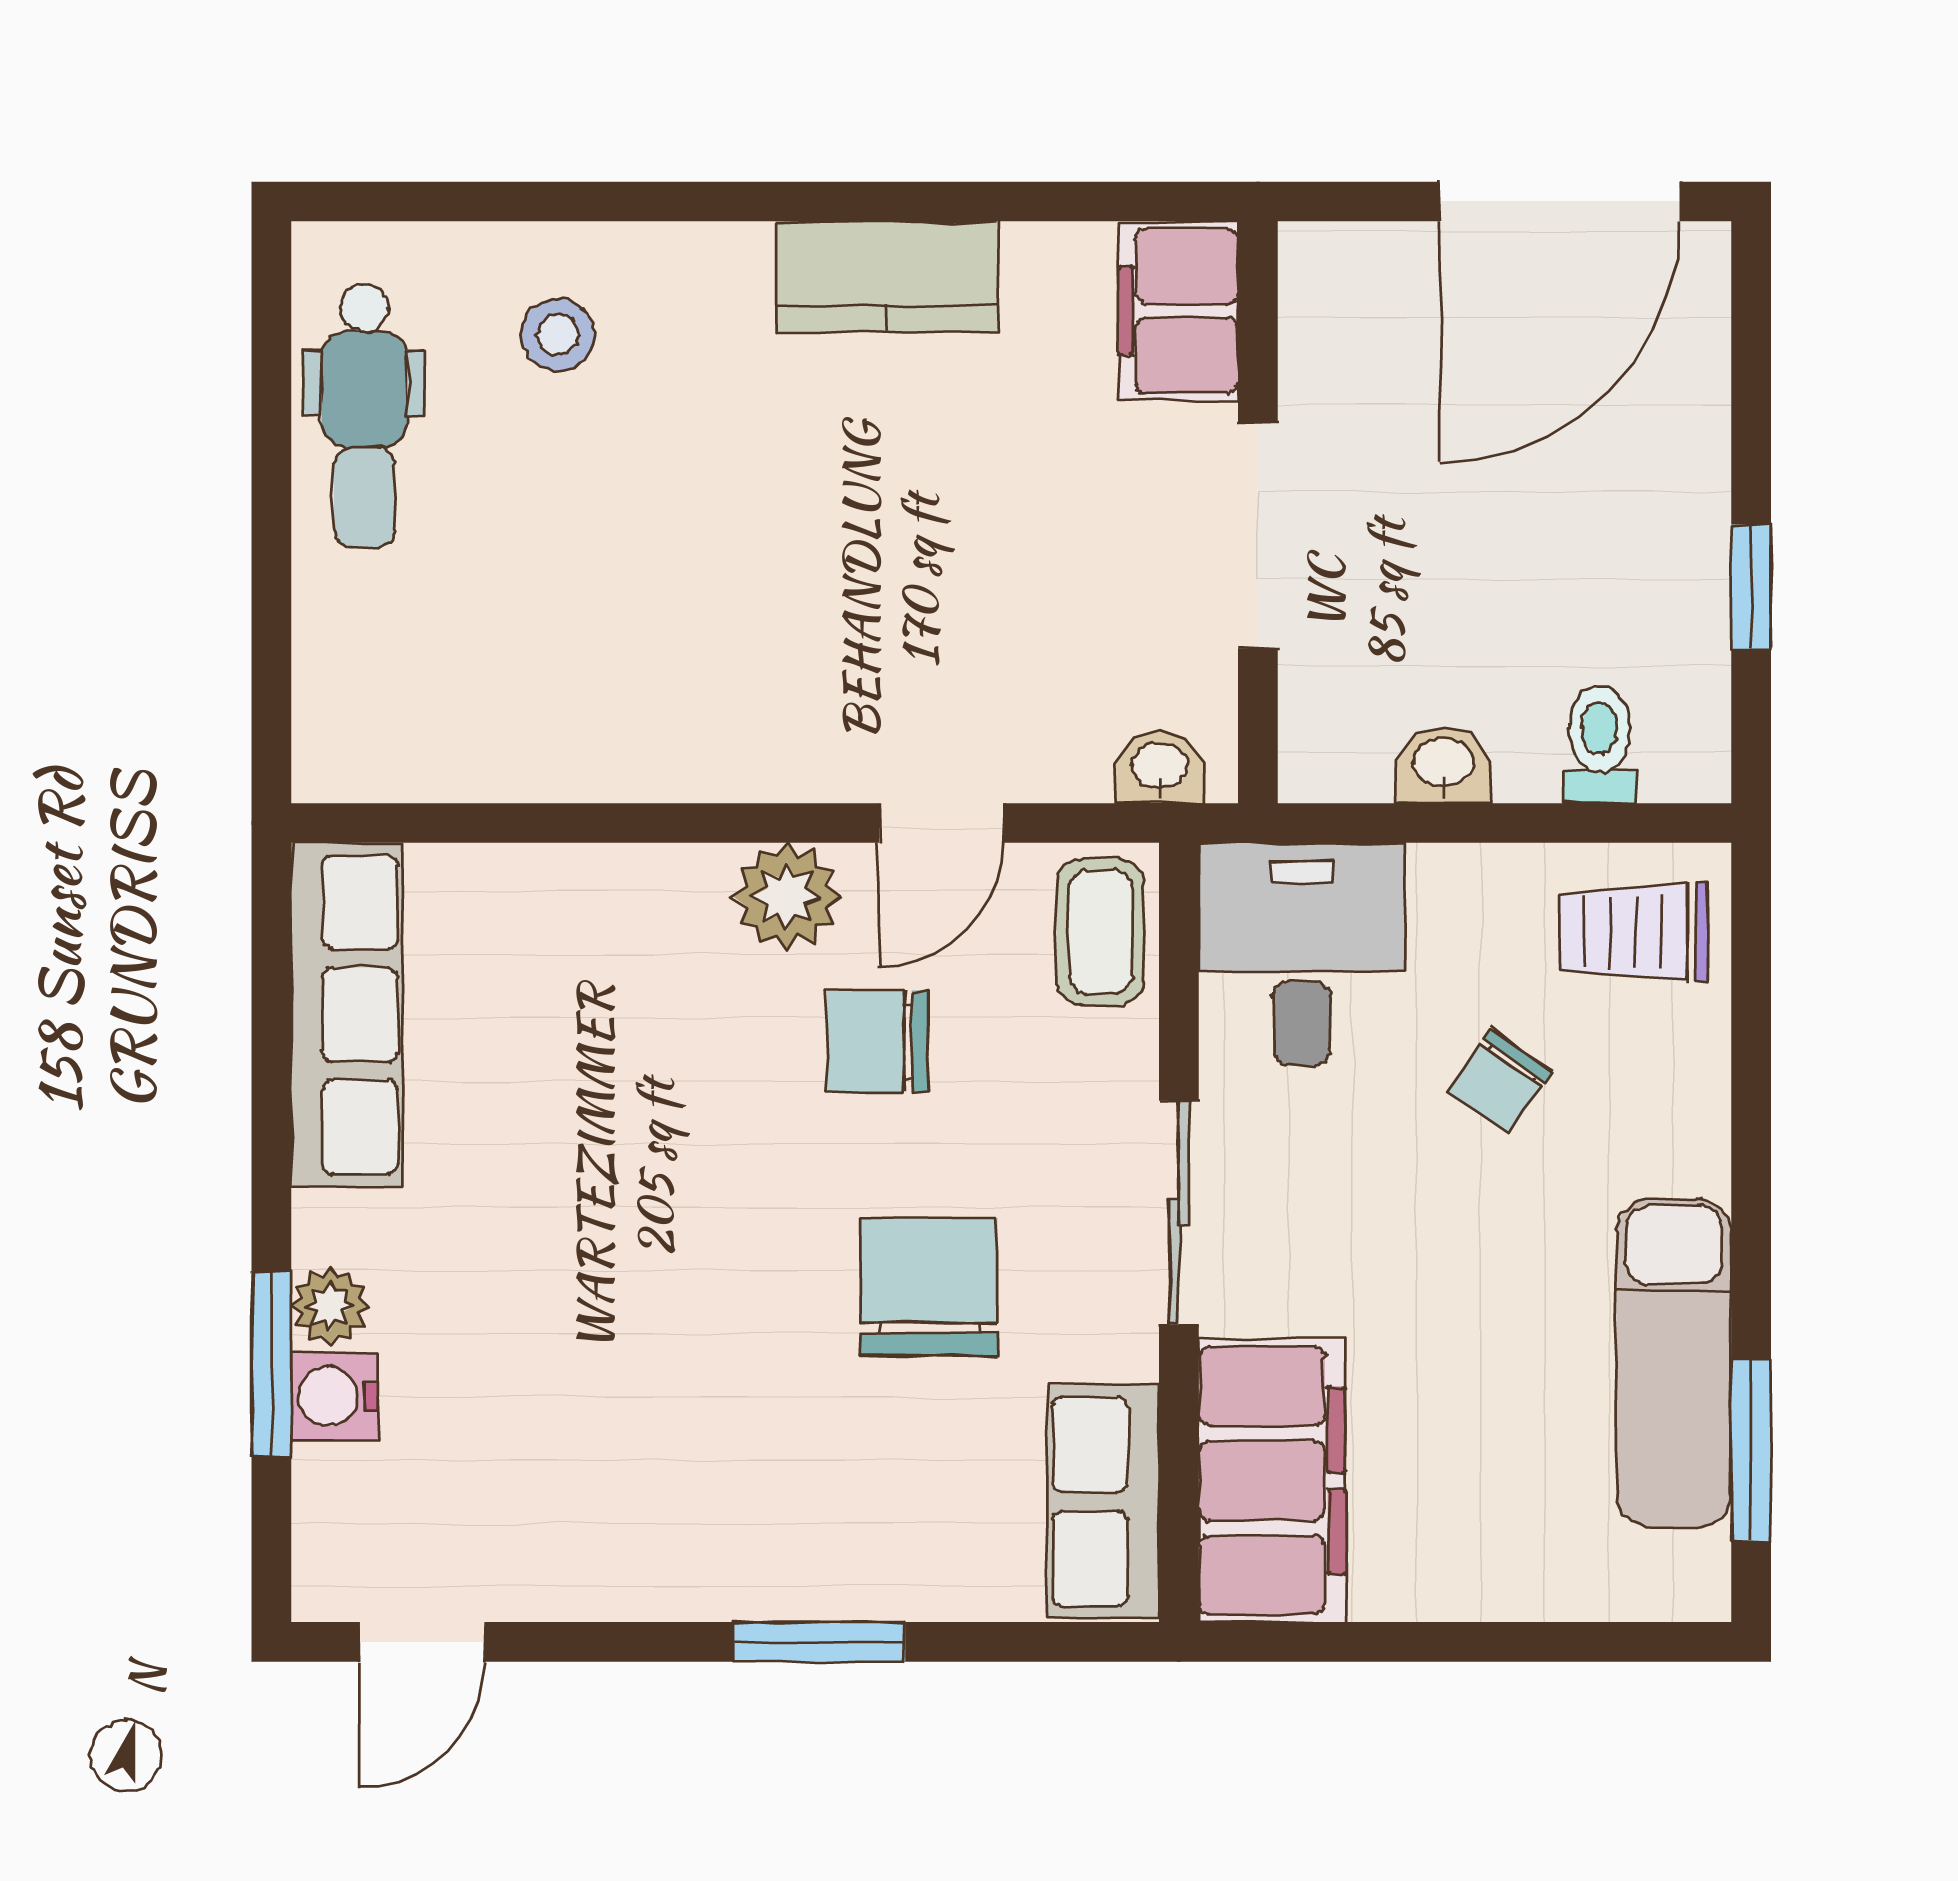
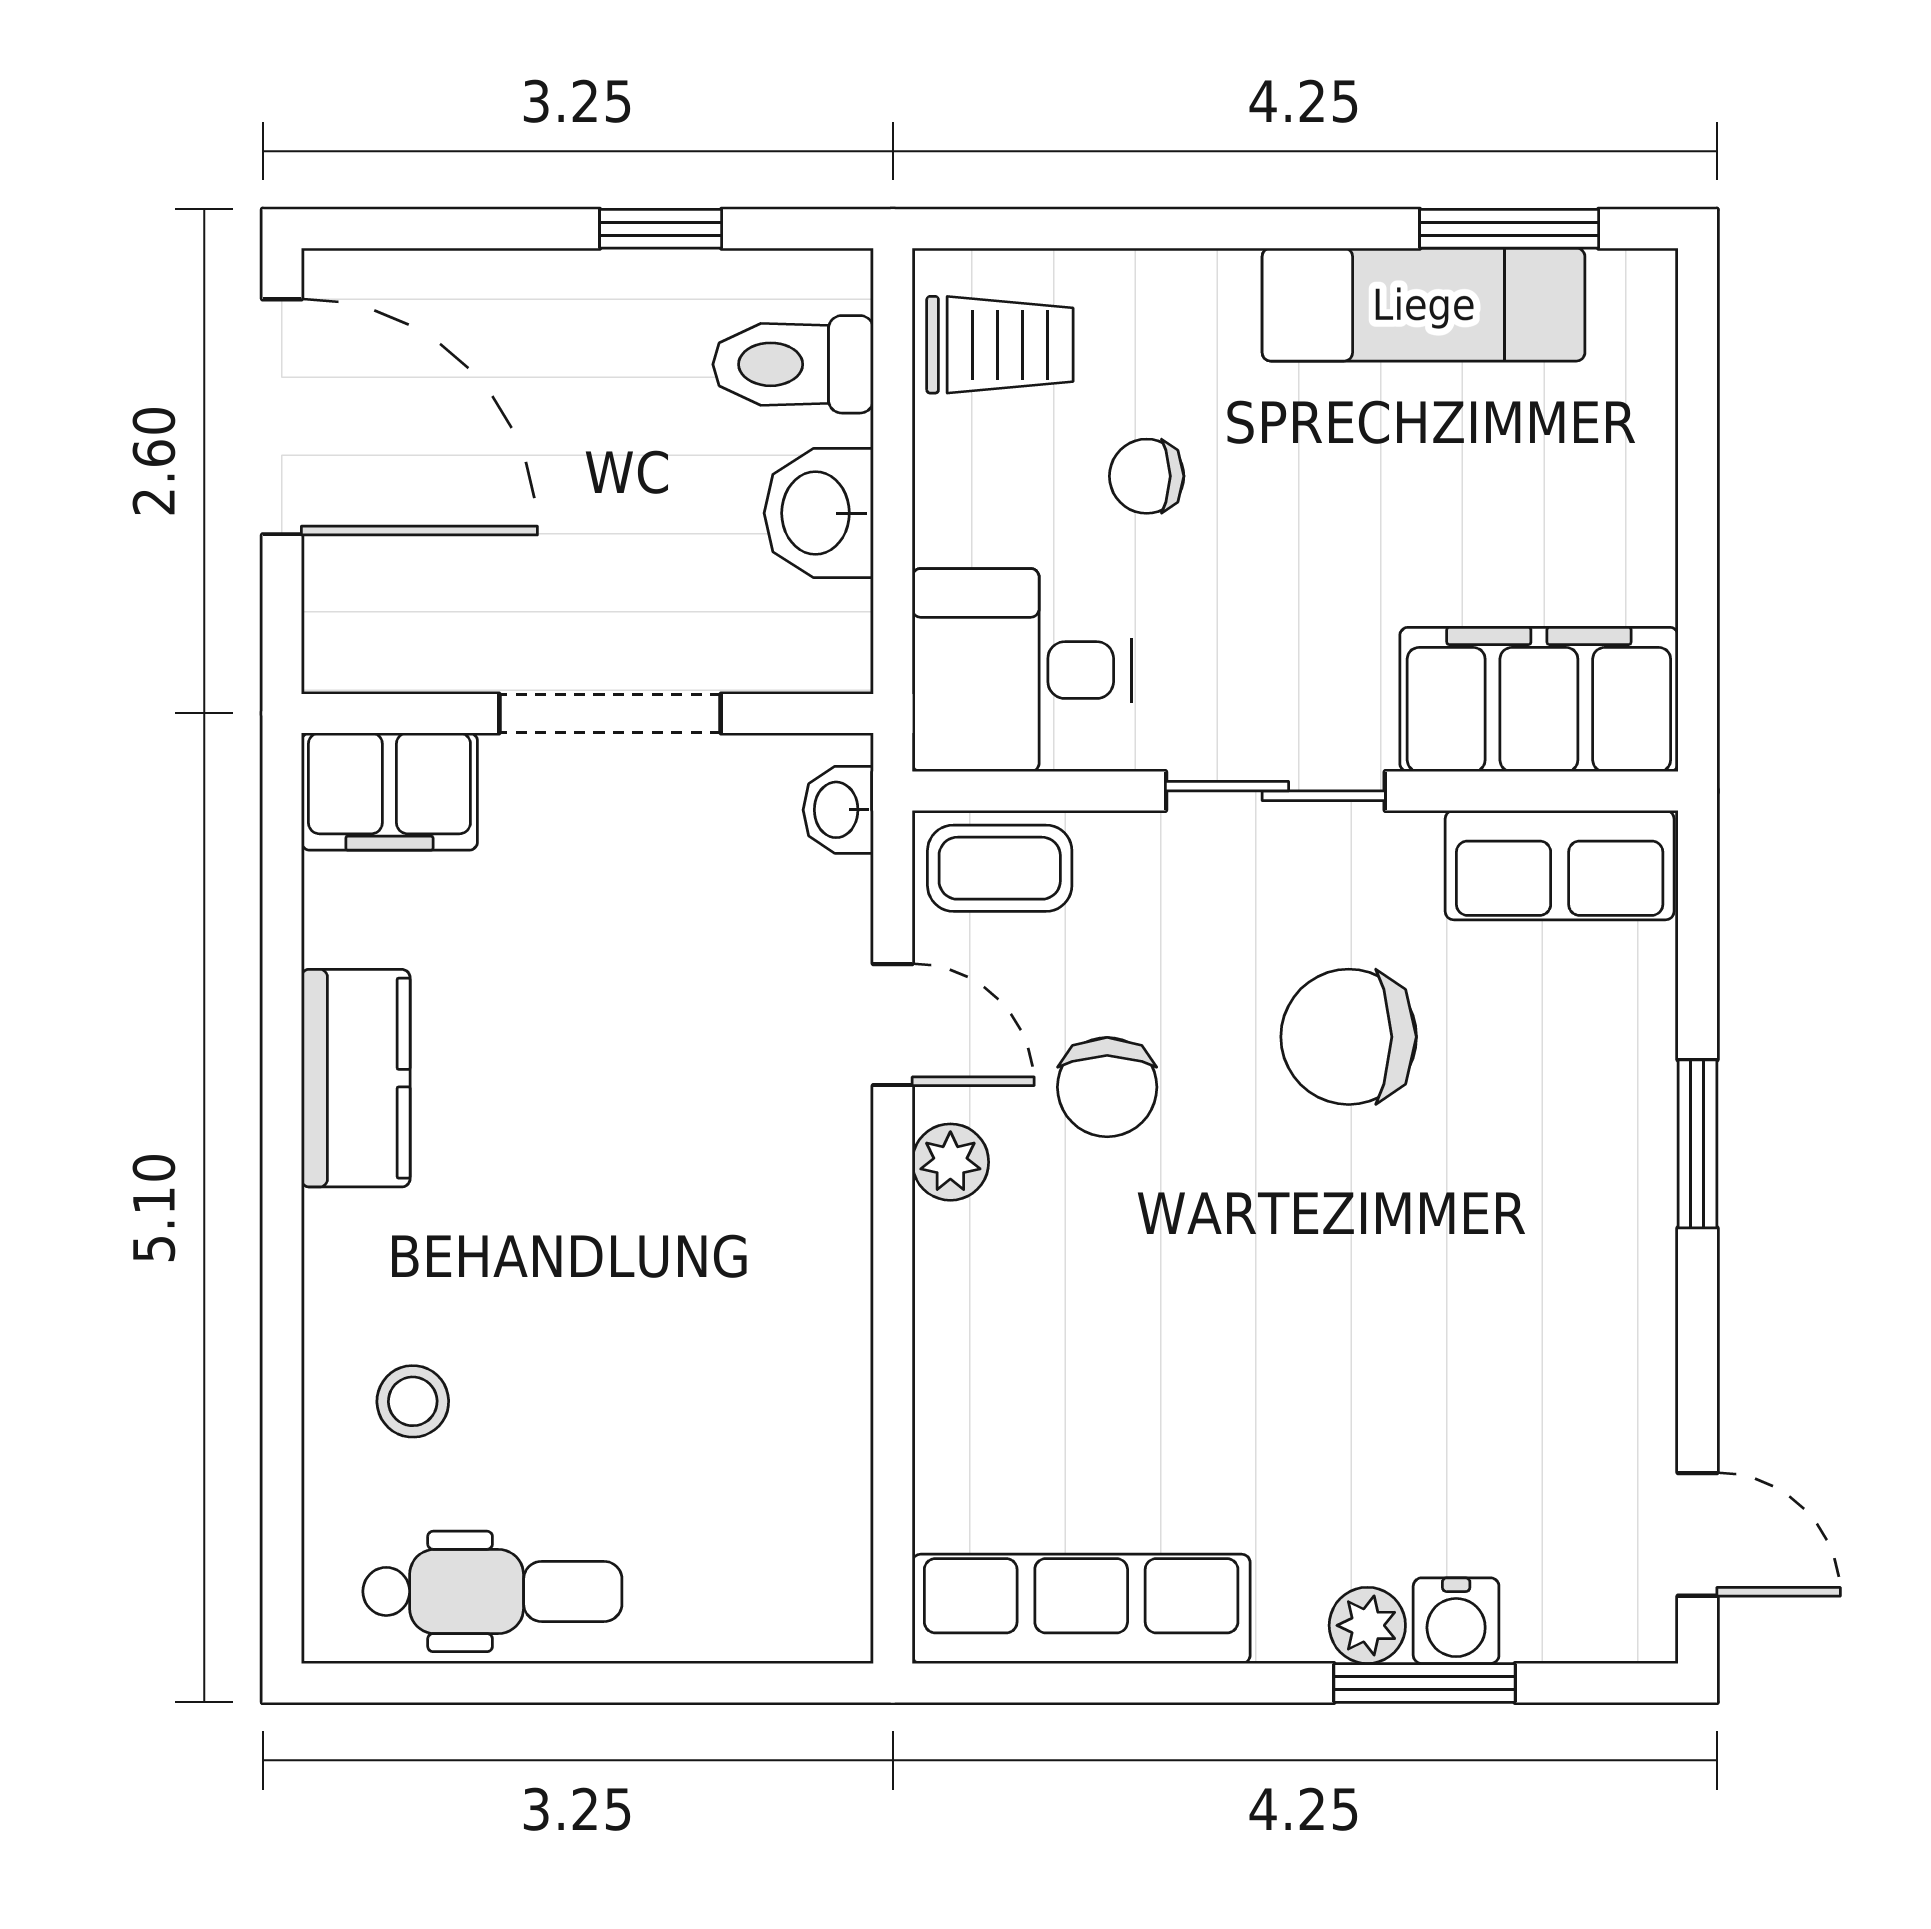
toilet: (1600, 744) -> (793, 364), width x1.37, depth x1.39
washbasin: (1444, 765) -> (819, 513), width x1.38, depth x1.45
plant: (787, 896) -> (950, 1162), width x0.73, depth x0.73
trolley: (1633, 932) -> (1000, 345), turned -90
chair: (1499, 1081) -> (1147, 476), turned 145

